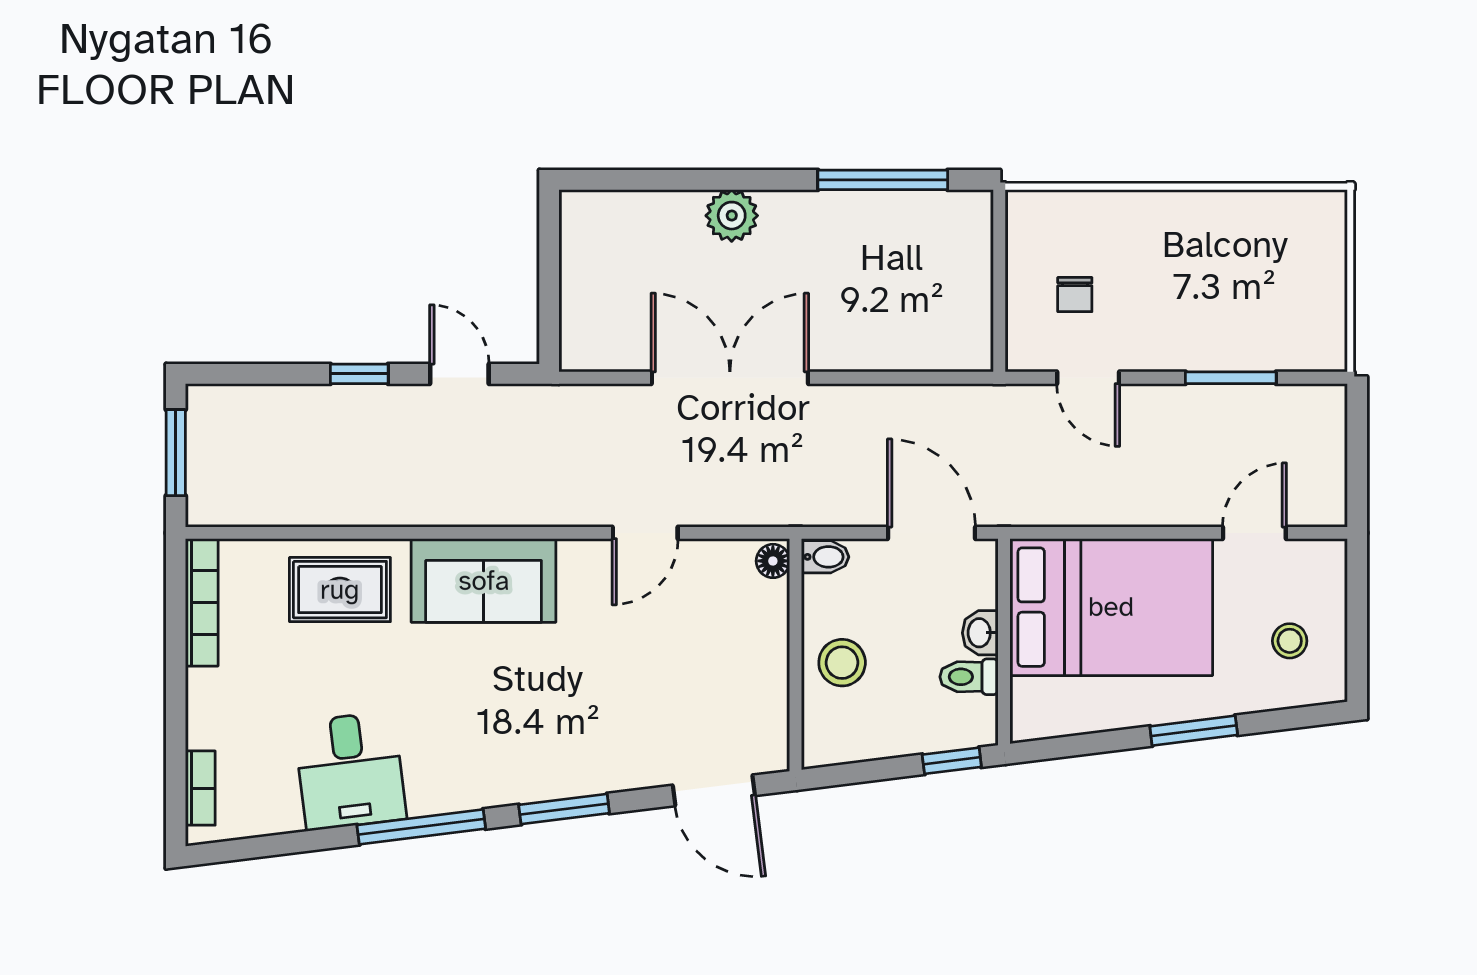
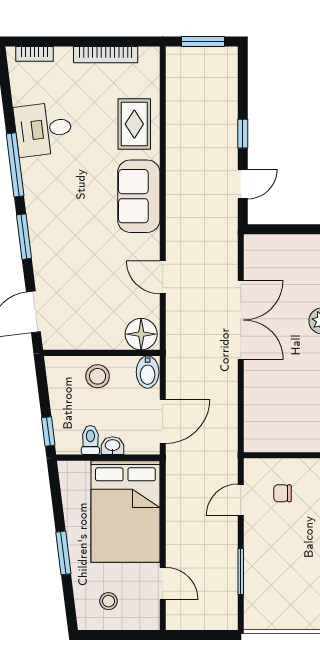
bidet: (825, 557) -> (148, 372), width x1.38, depth x1.36
floor lamp: (773, 561) -> (141, 334), width x1.89, depth x1.89
bookcase: (202, 602) -> (106, 55), moved

